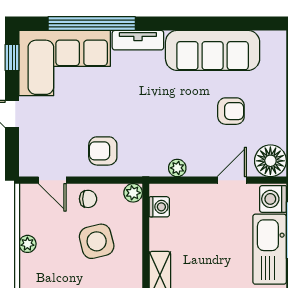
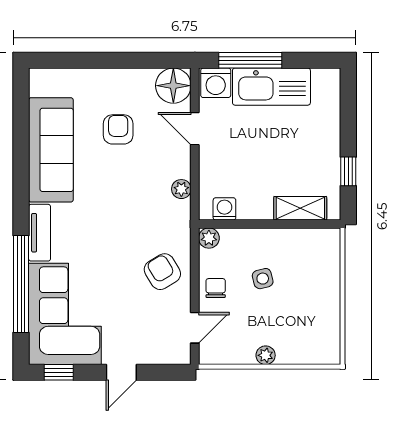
armchair: (103, 151) -> (162, 272), turned 149
side table: (97, 241) -> (263, 279), width x0.54, depth x0.54

